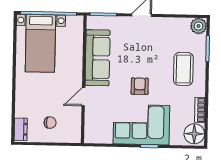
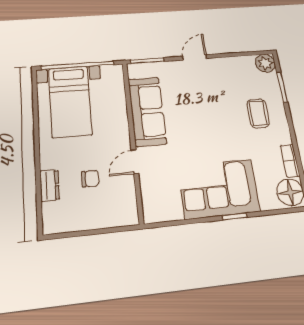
coffee table: (183, 69) -> (258, 113), width x0.73, depth x0.77
armchair: (140, 86) -> (207, 140), removed
chair: (50, 123) -> (90, 179), moved
dresser: (21, 129) -> (50, 185), moved

